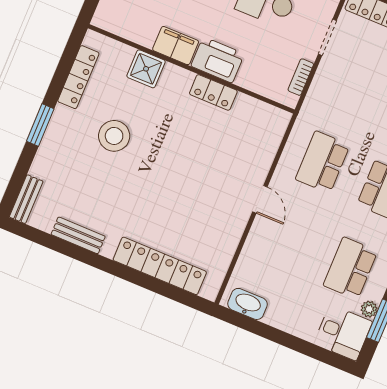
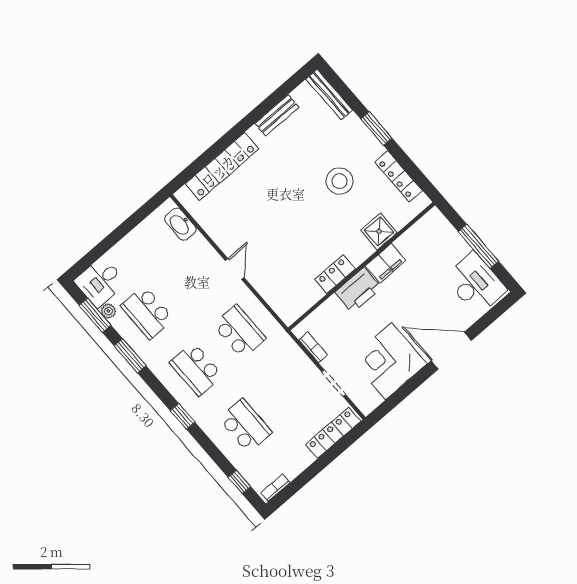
bench: (26, 199) -> (329, 95), width x1.36
door: (260, 199) -> (235, 269), swing flipped
school desk: (350, 268) -> (147, 312), turned 180
washbasin: (247, 304) -> (180, 224), moved, turned 90

